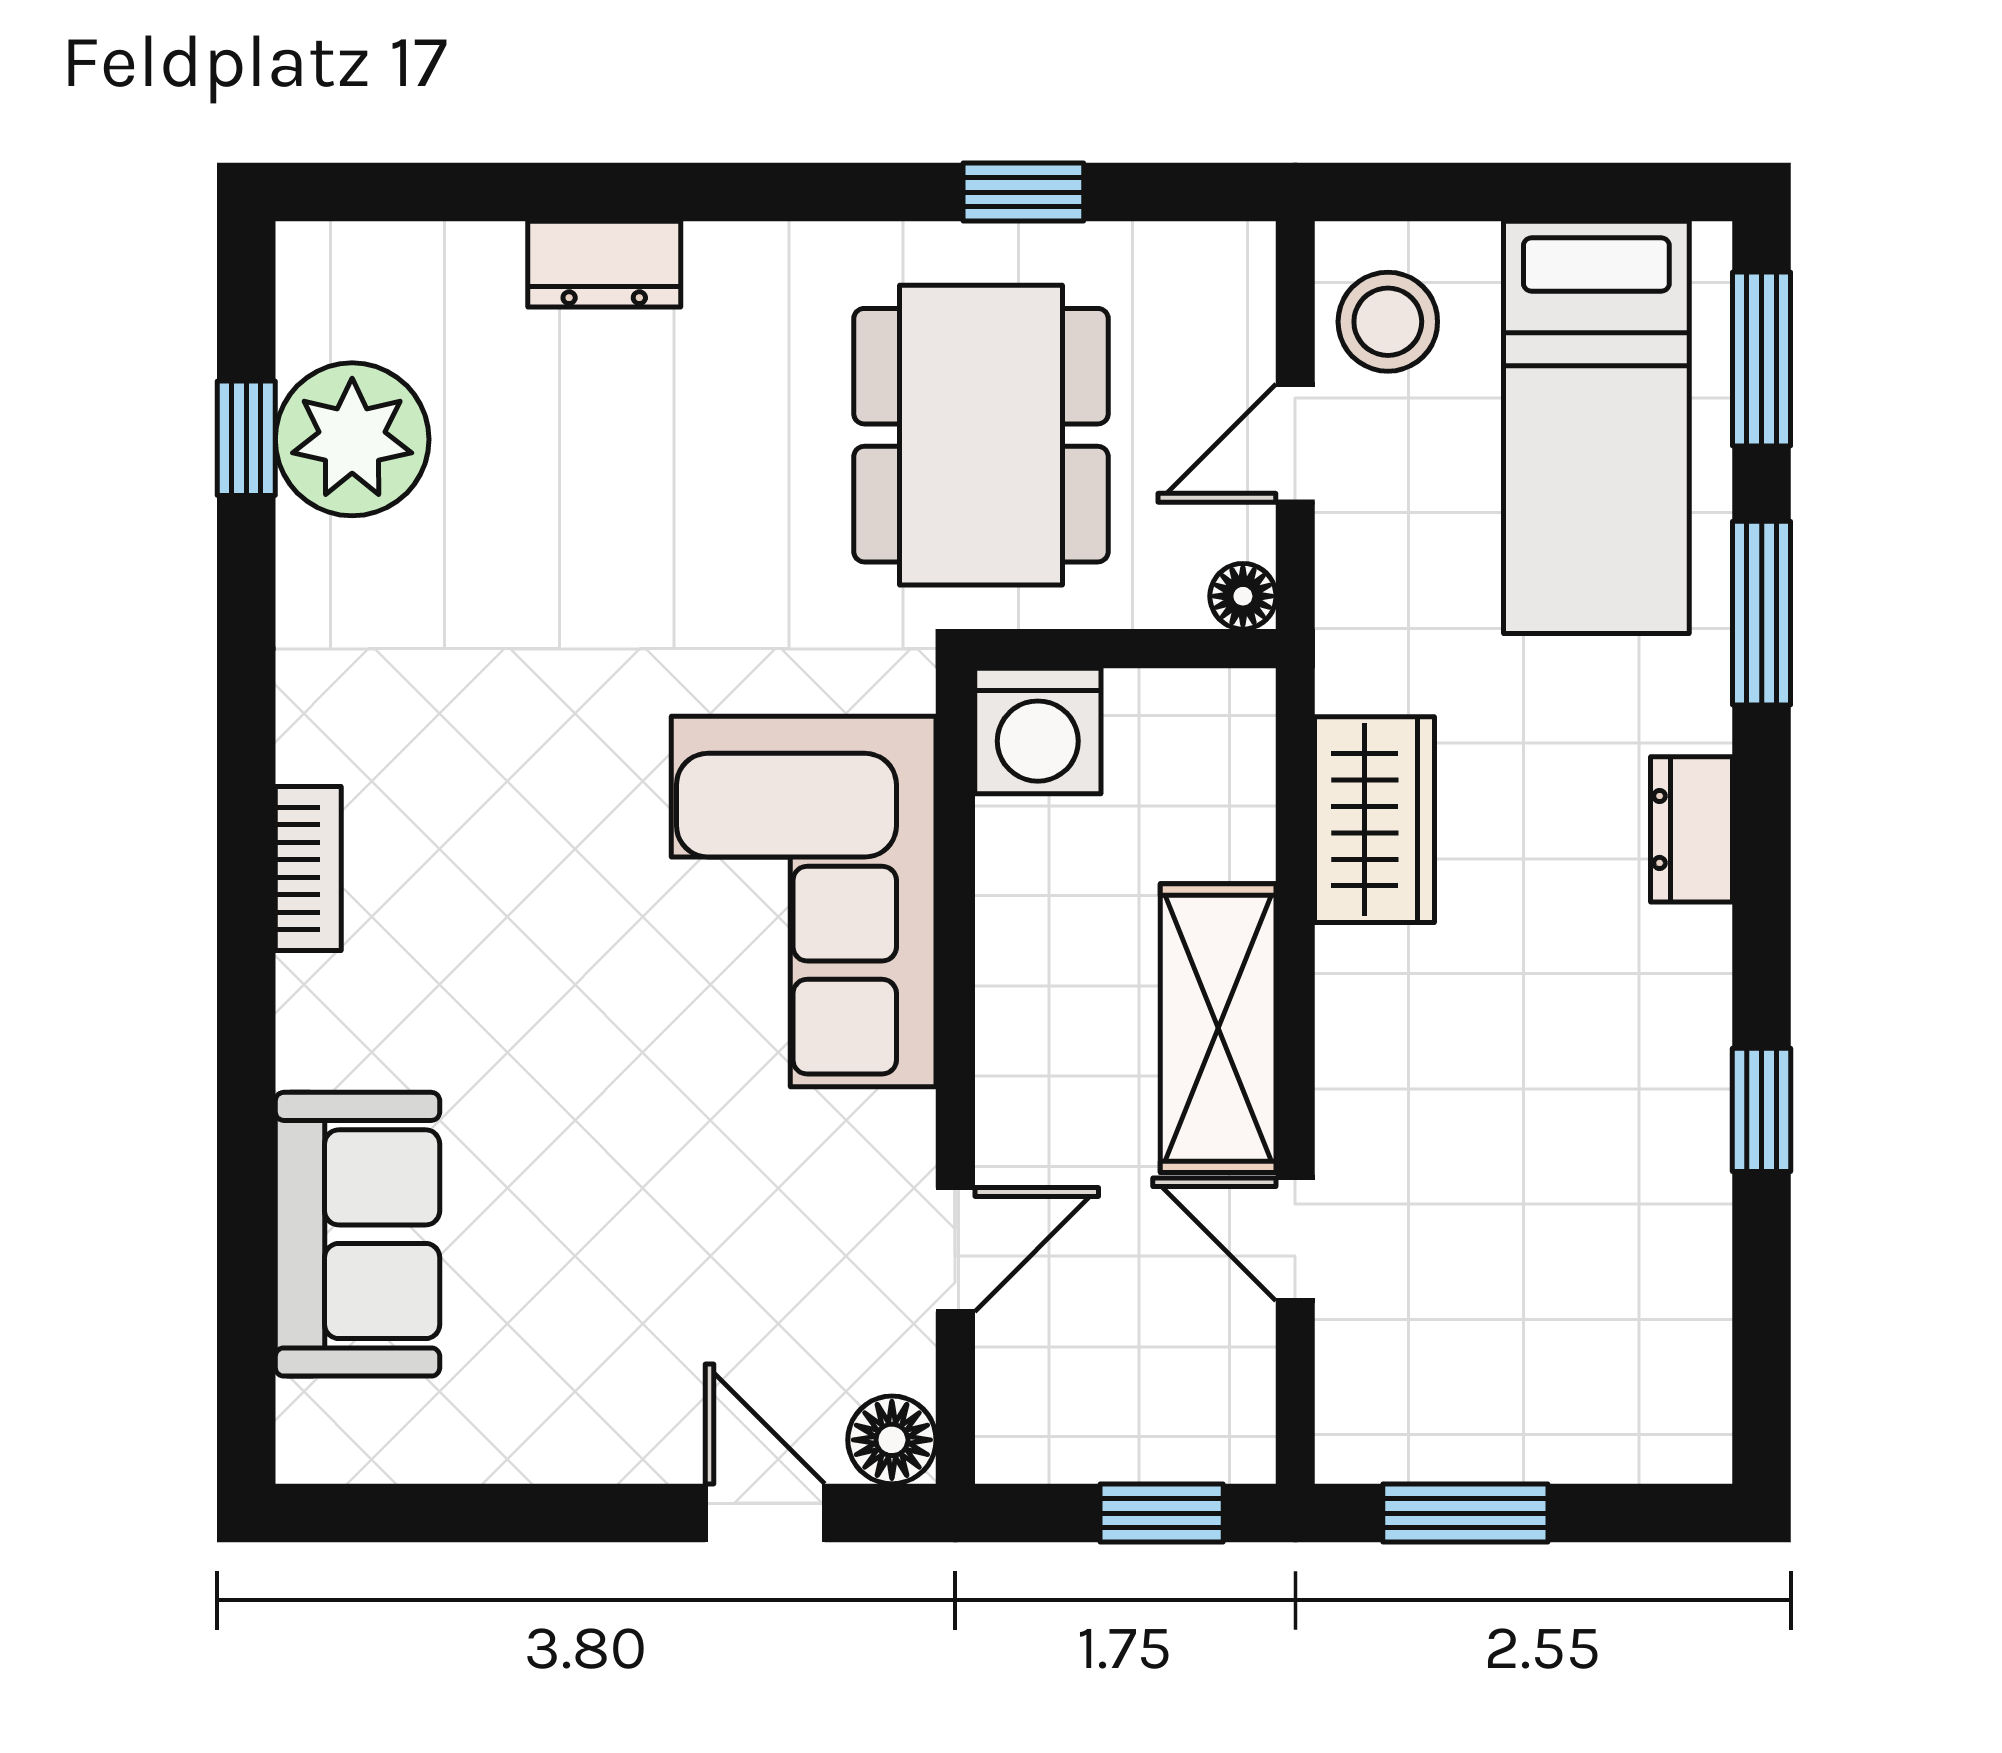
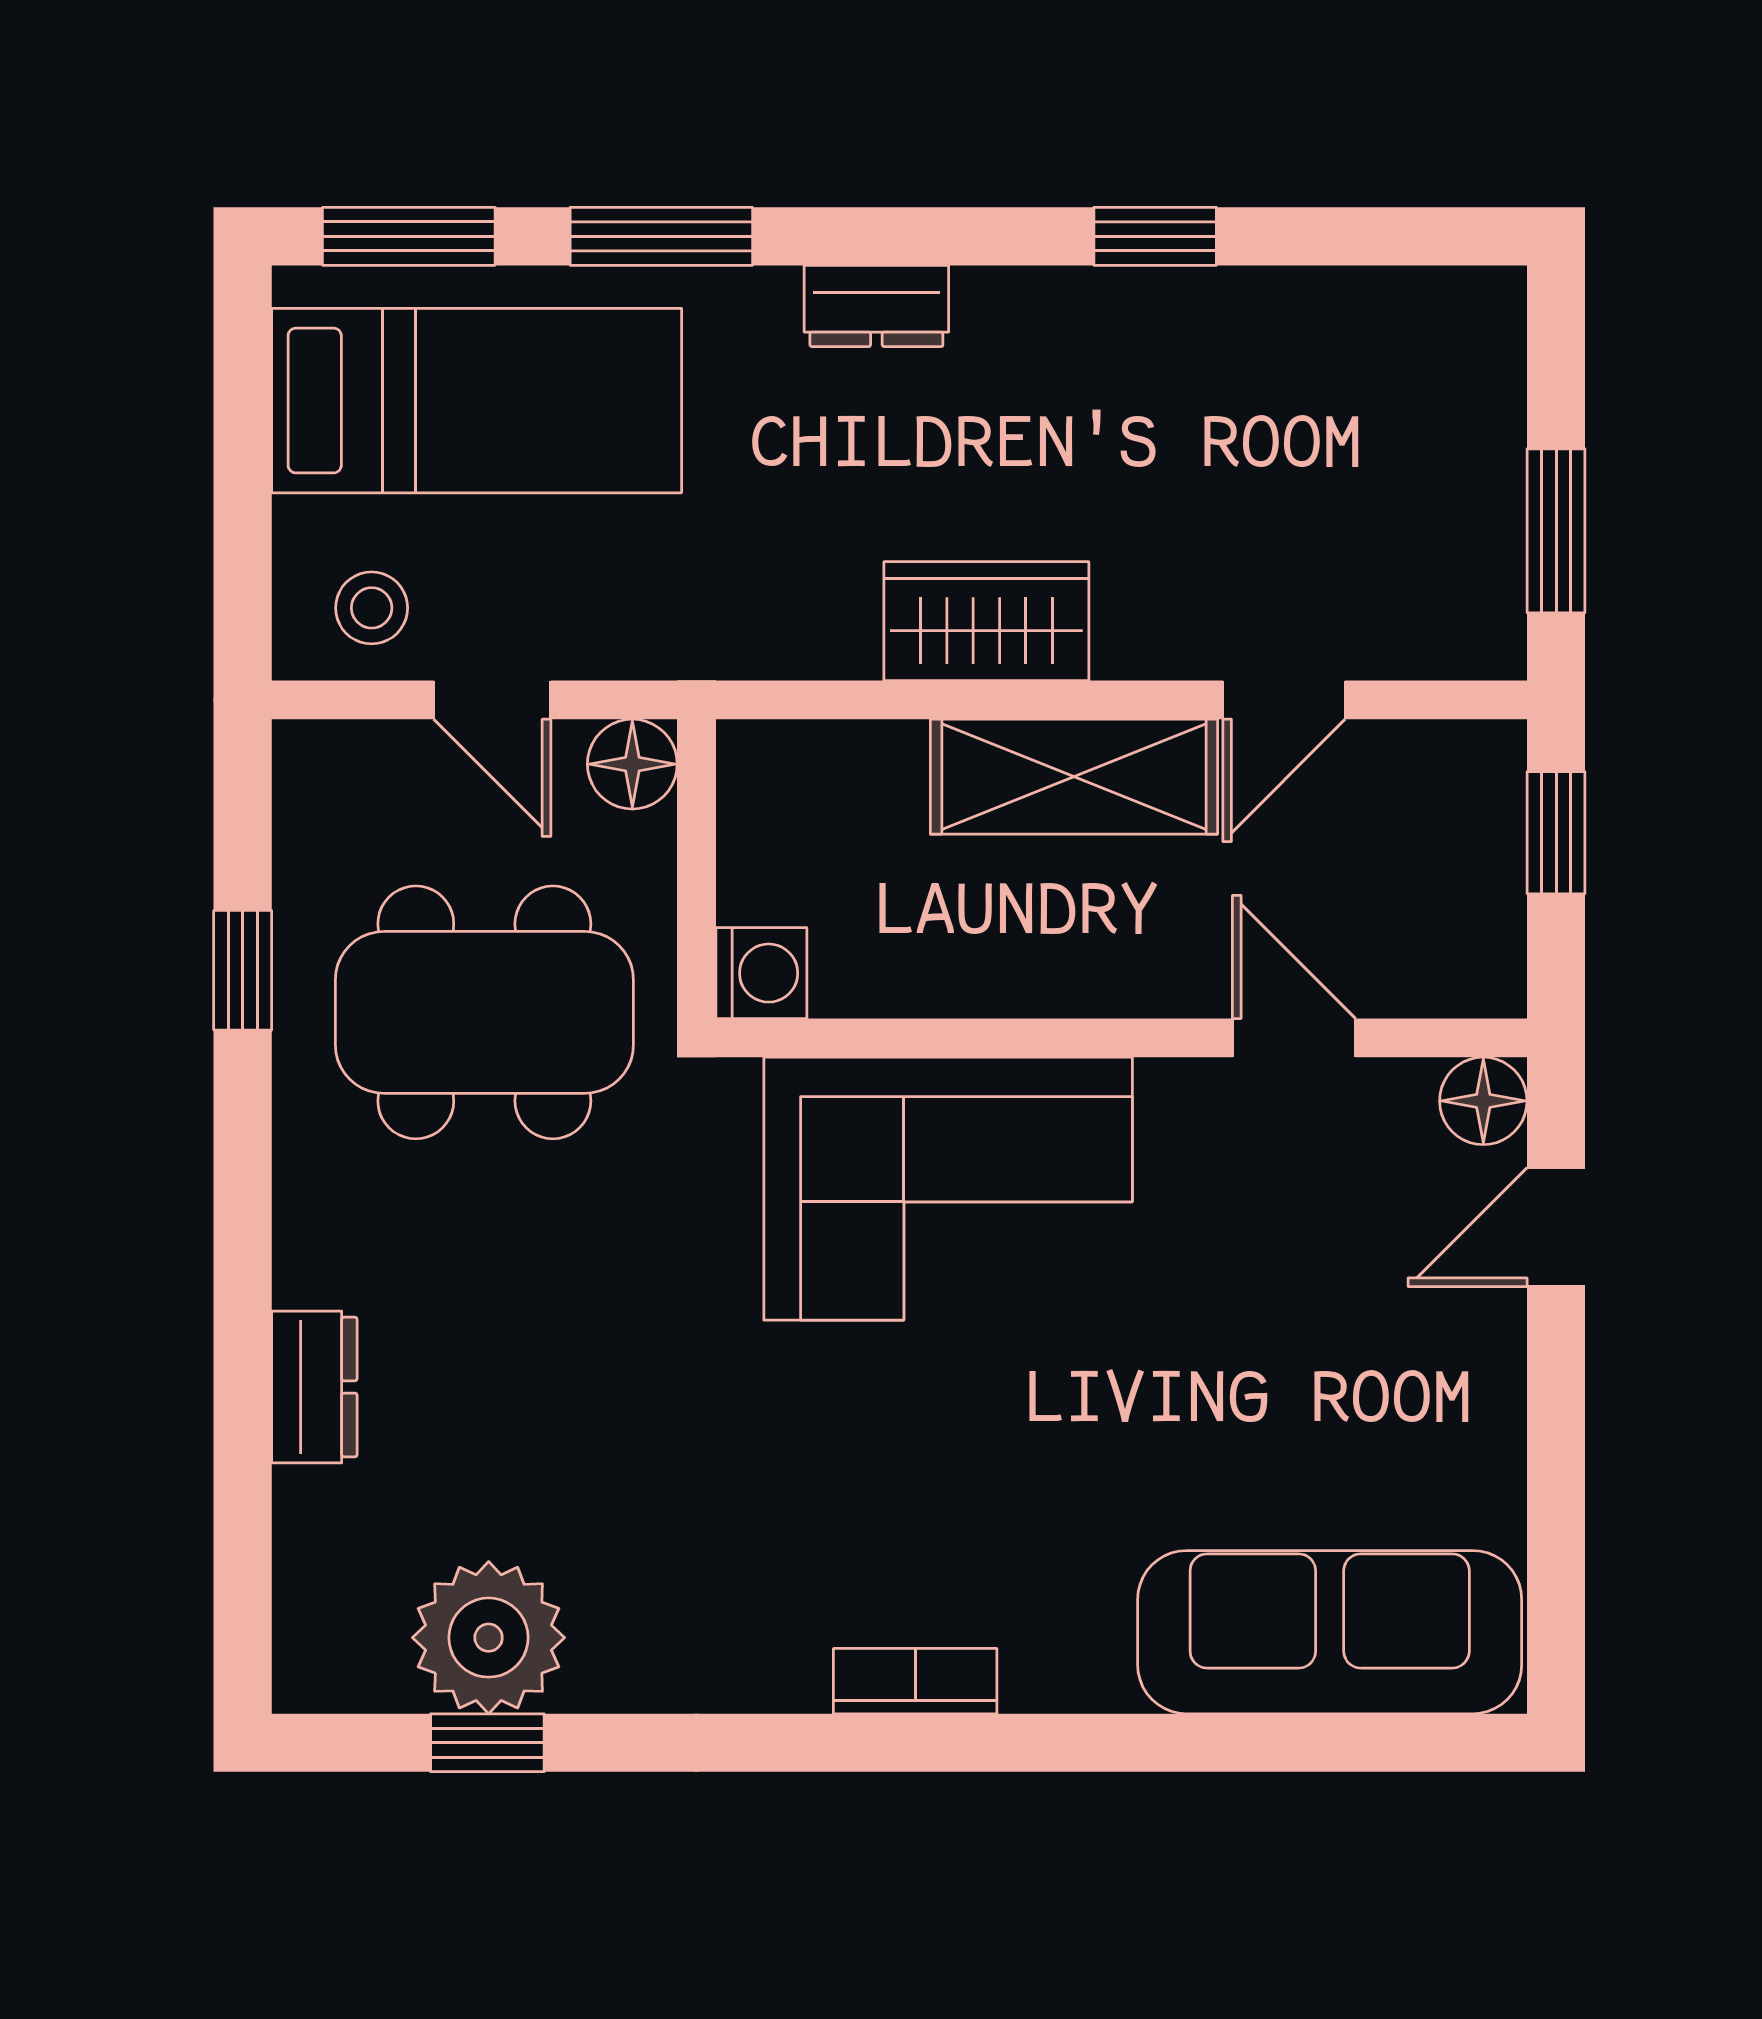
stool: (1388, 322) -> (372, 608), width x0.73, depth x0.73
floor lamp: (1243, 596) -> (632, 764), width x1.37, depth x1.37
washing machine: (1038, 731) -> (761, 973), width x0.73, depth x0.73
wardrobe: (1375, 820) -> (986, 621), moved
sofa: (358, 1234) -> (1330, 1632), width x1.36

